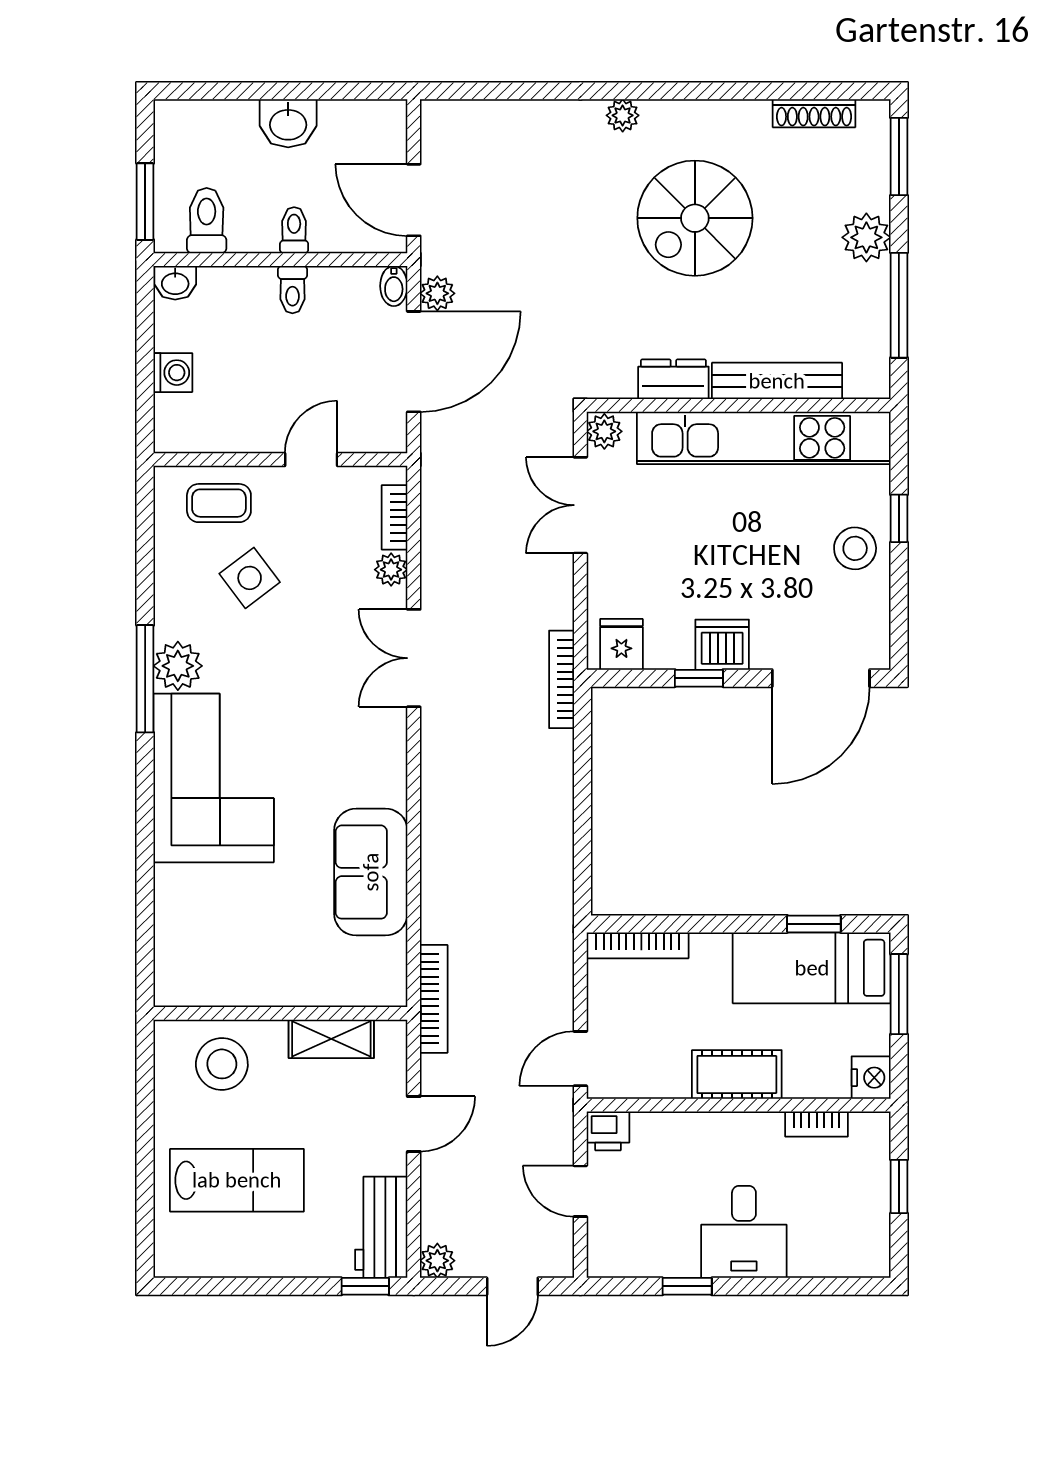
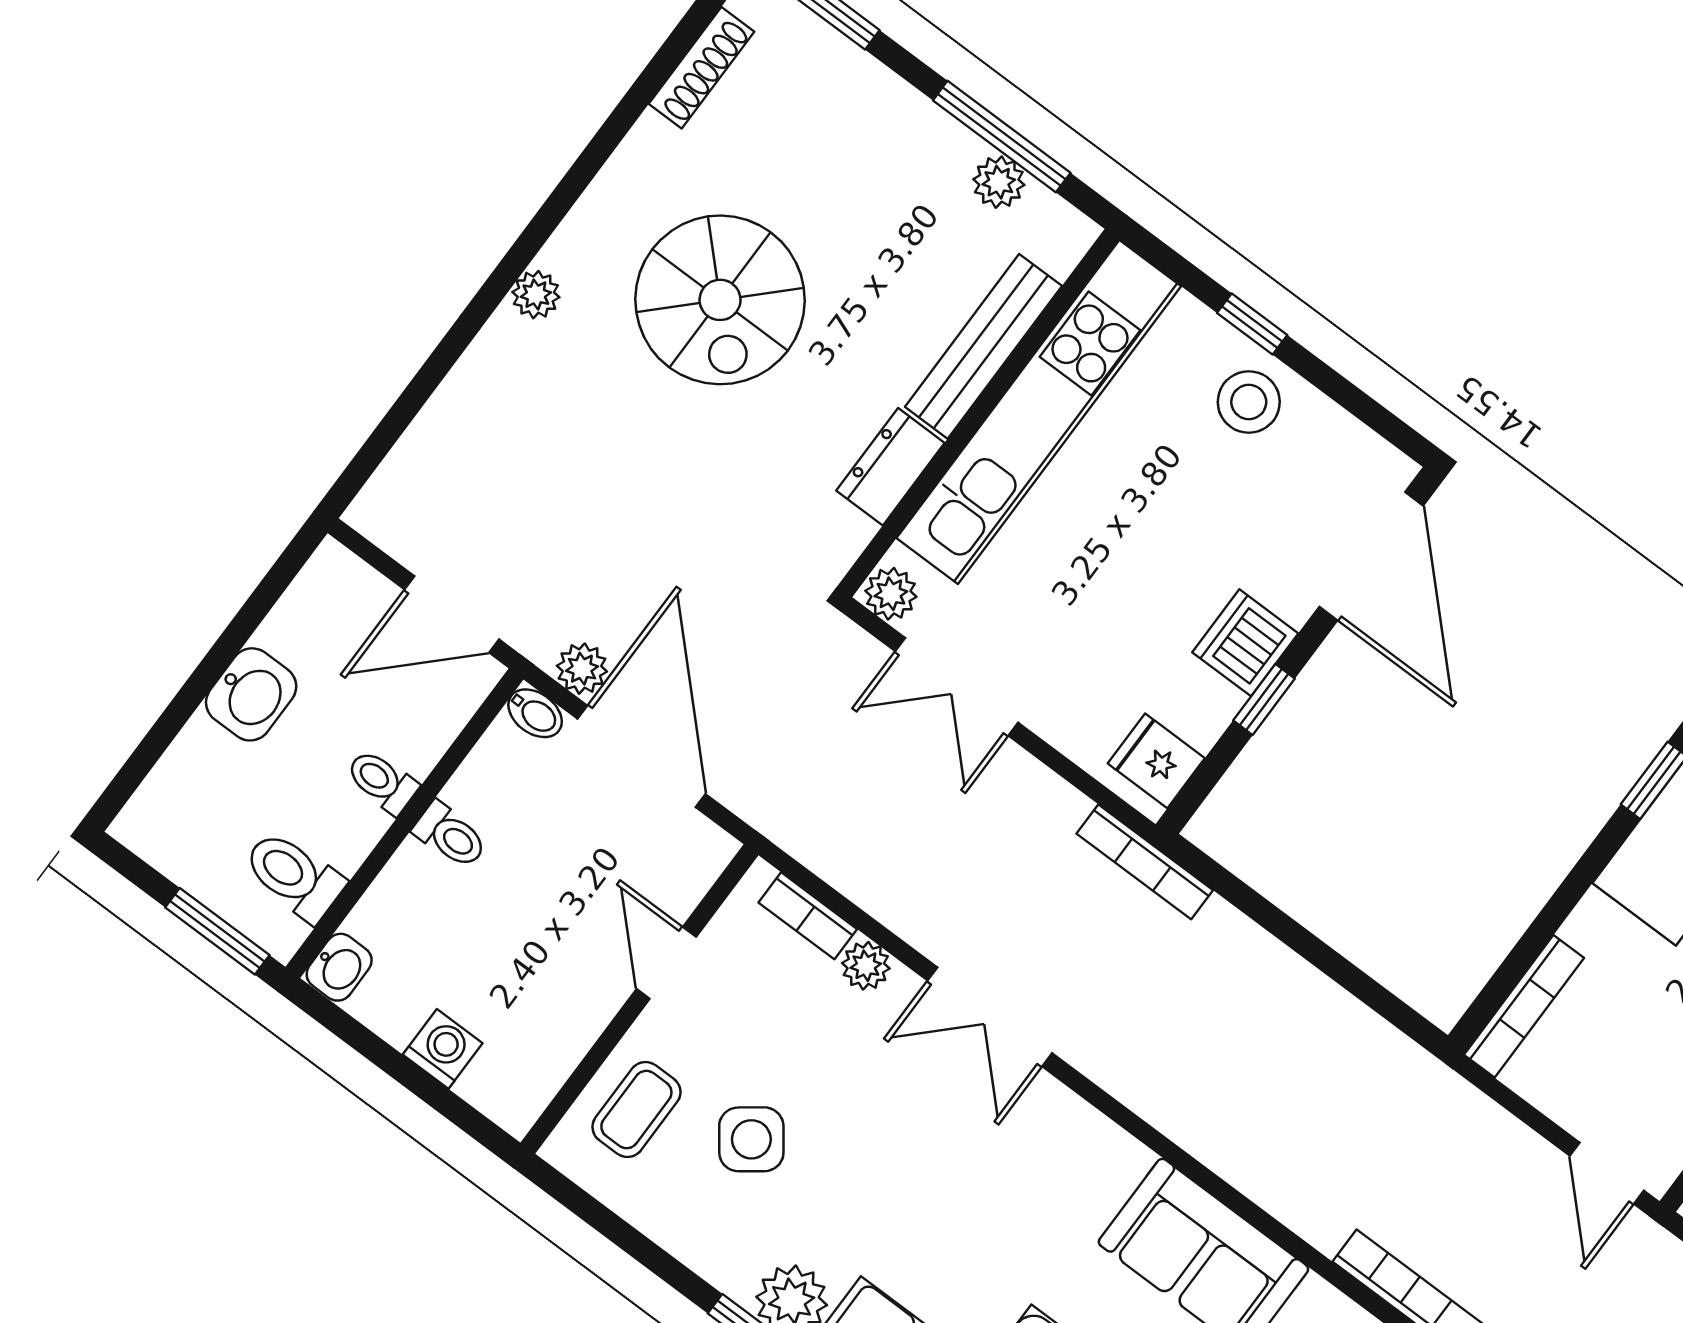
plant: (866, 237) -> (999, 182), moved, width x0.73, depth x0.73

